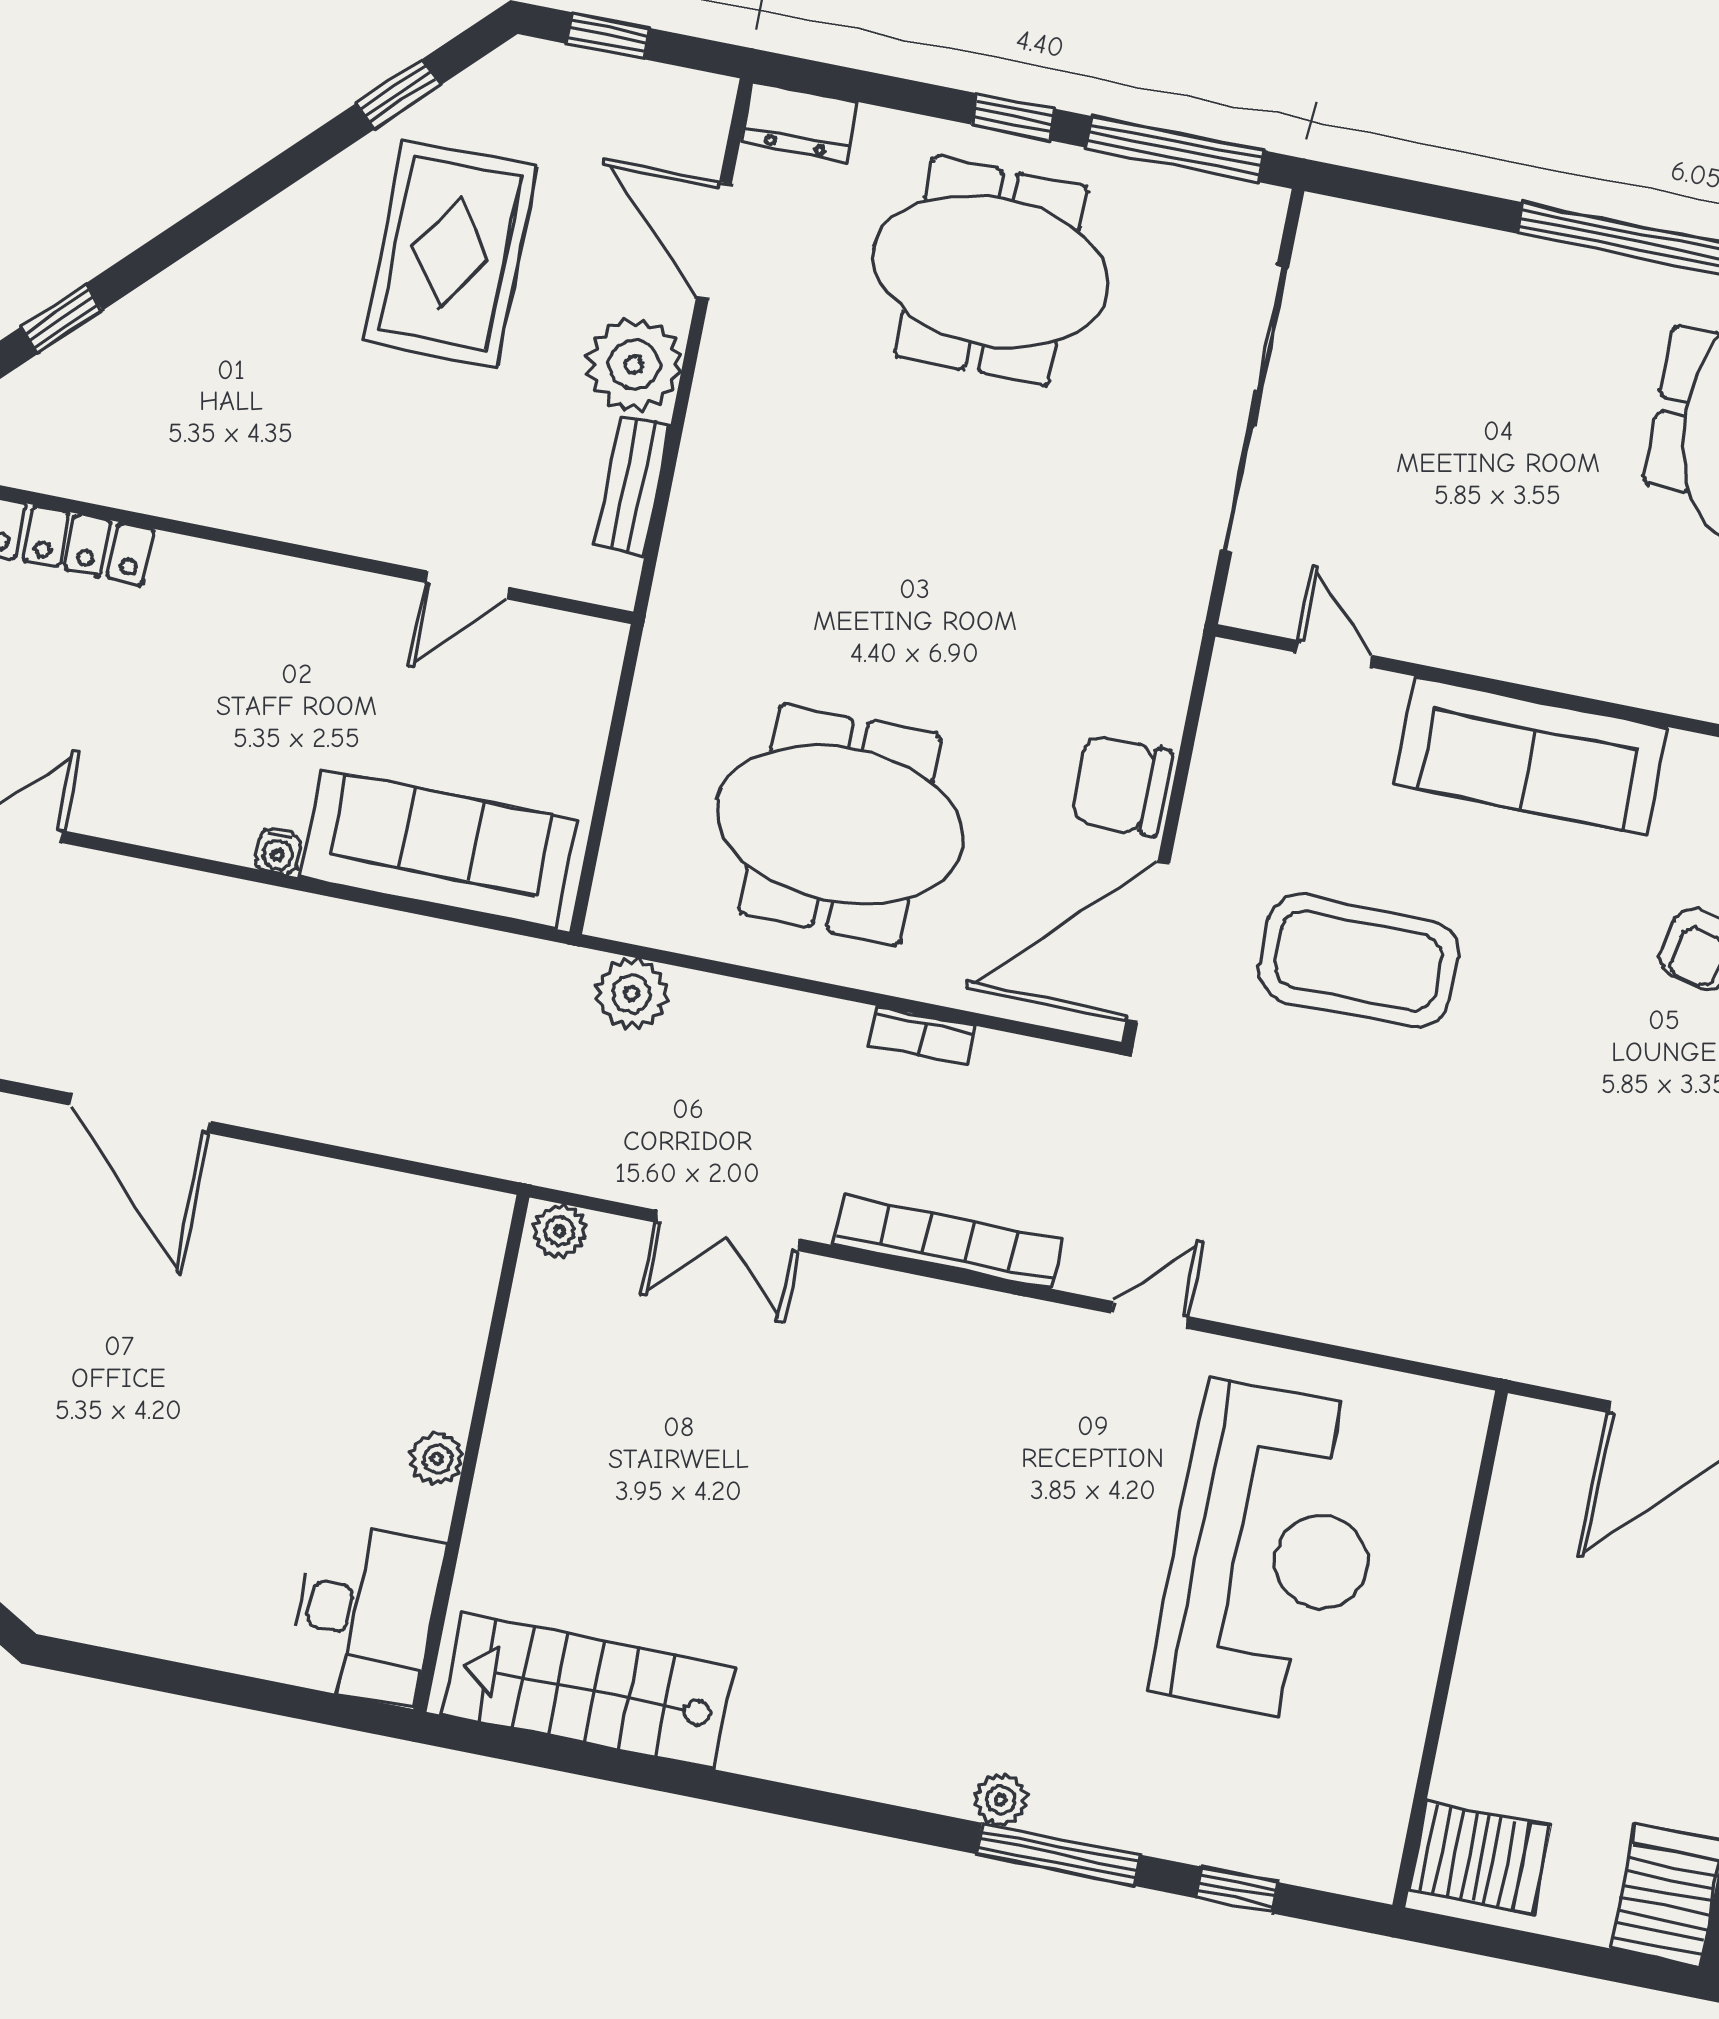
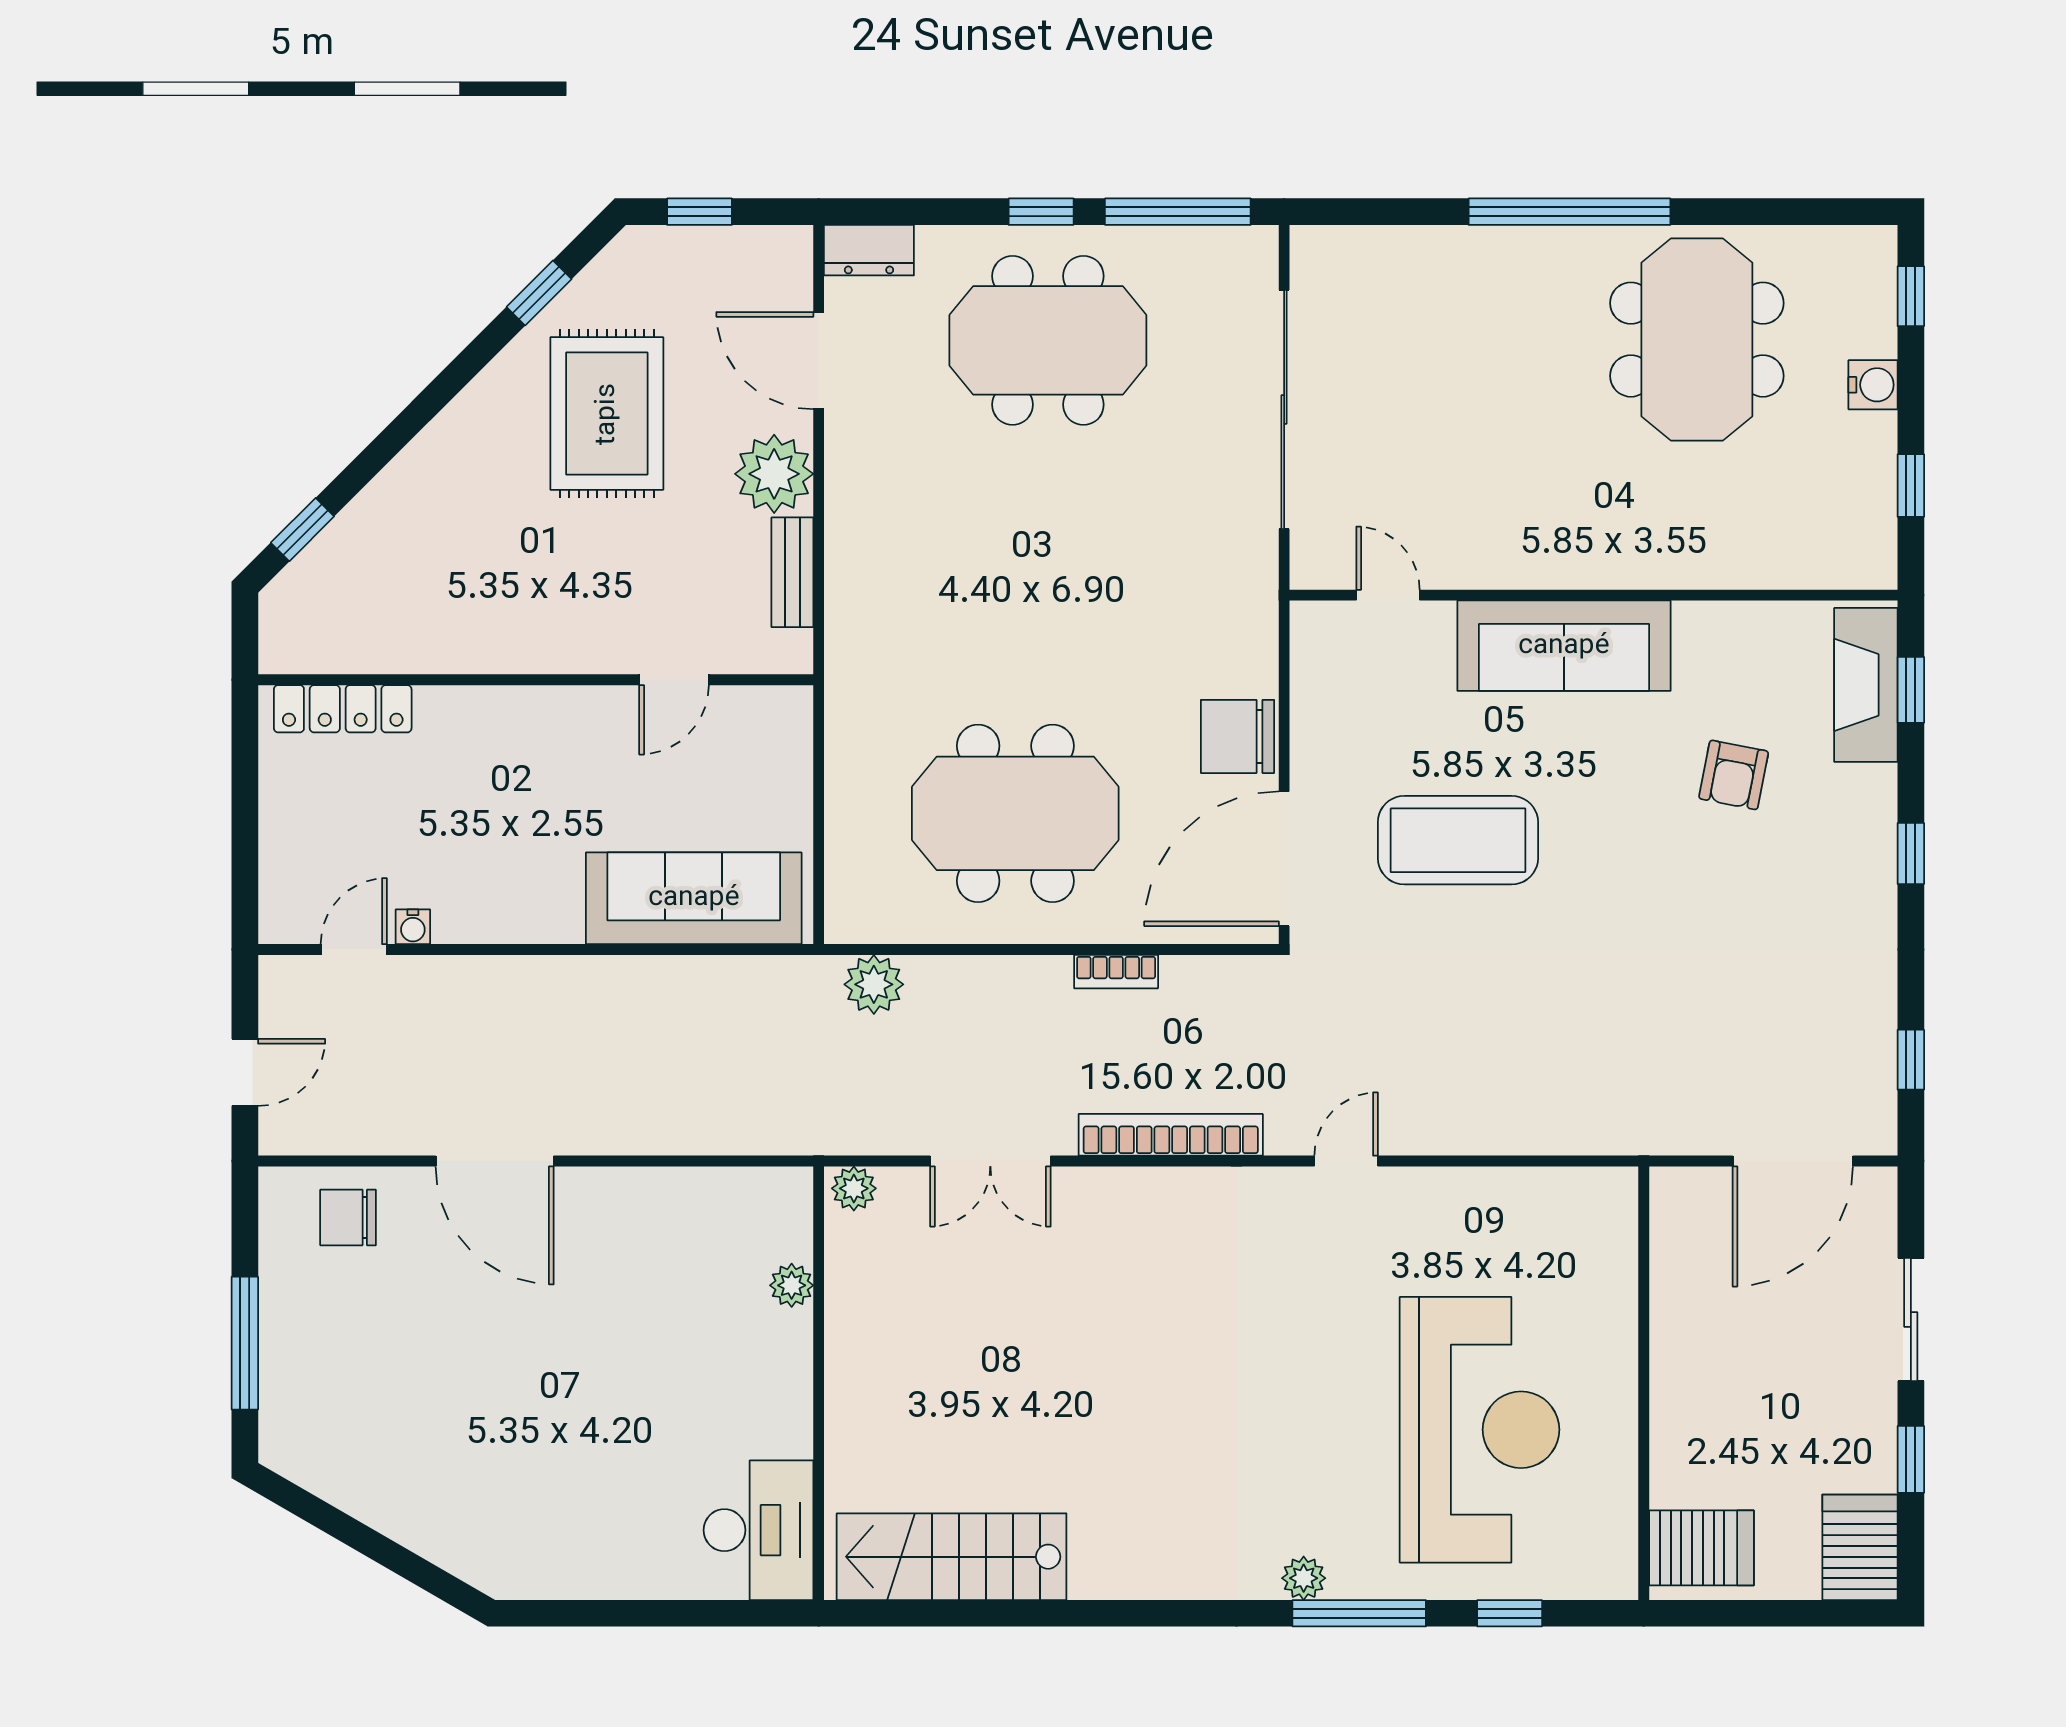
water cooler: (278, 852) -> (413, 927), moved
plant: (437, 1459) -> (792, 1285), moved
reception desk: (1272, 1552) -> (1479, 1430), moved

